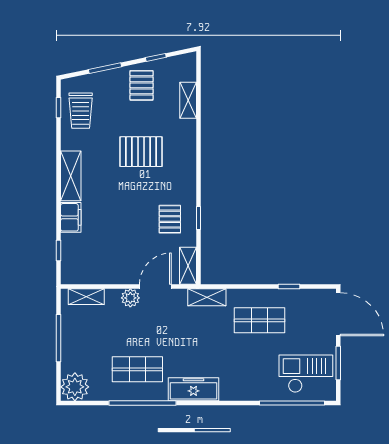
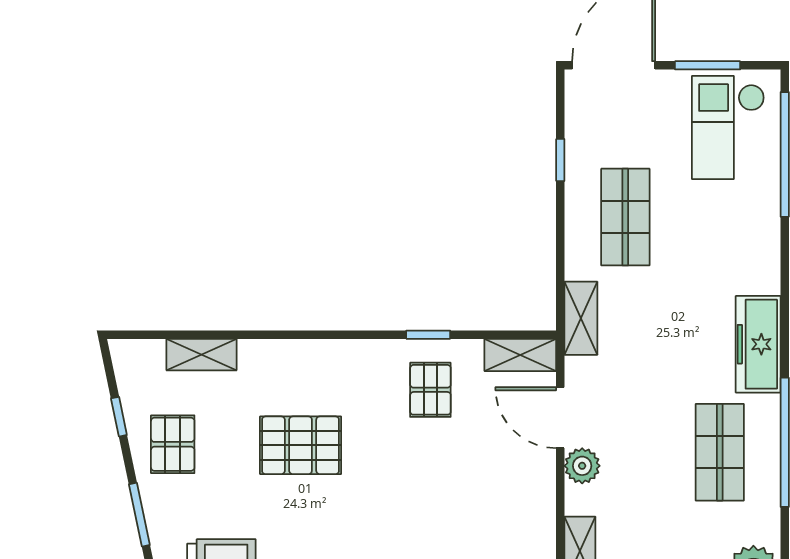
pallet: (142, 85) -> (173, 444), turned 90
pallet: (141, 152) -> (301, 445), turned 90
pallet: (170, 219) -> (430, 390), turned 90

